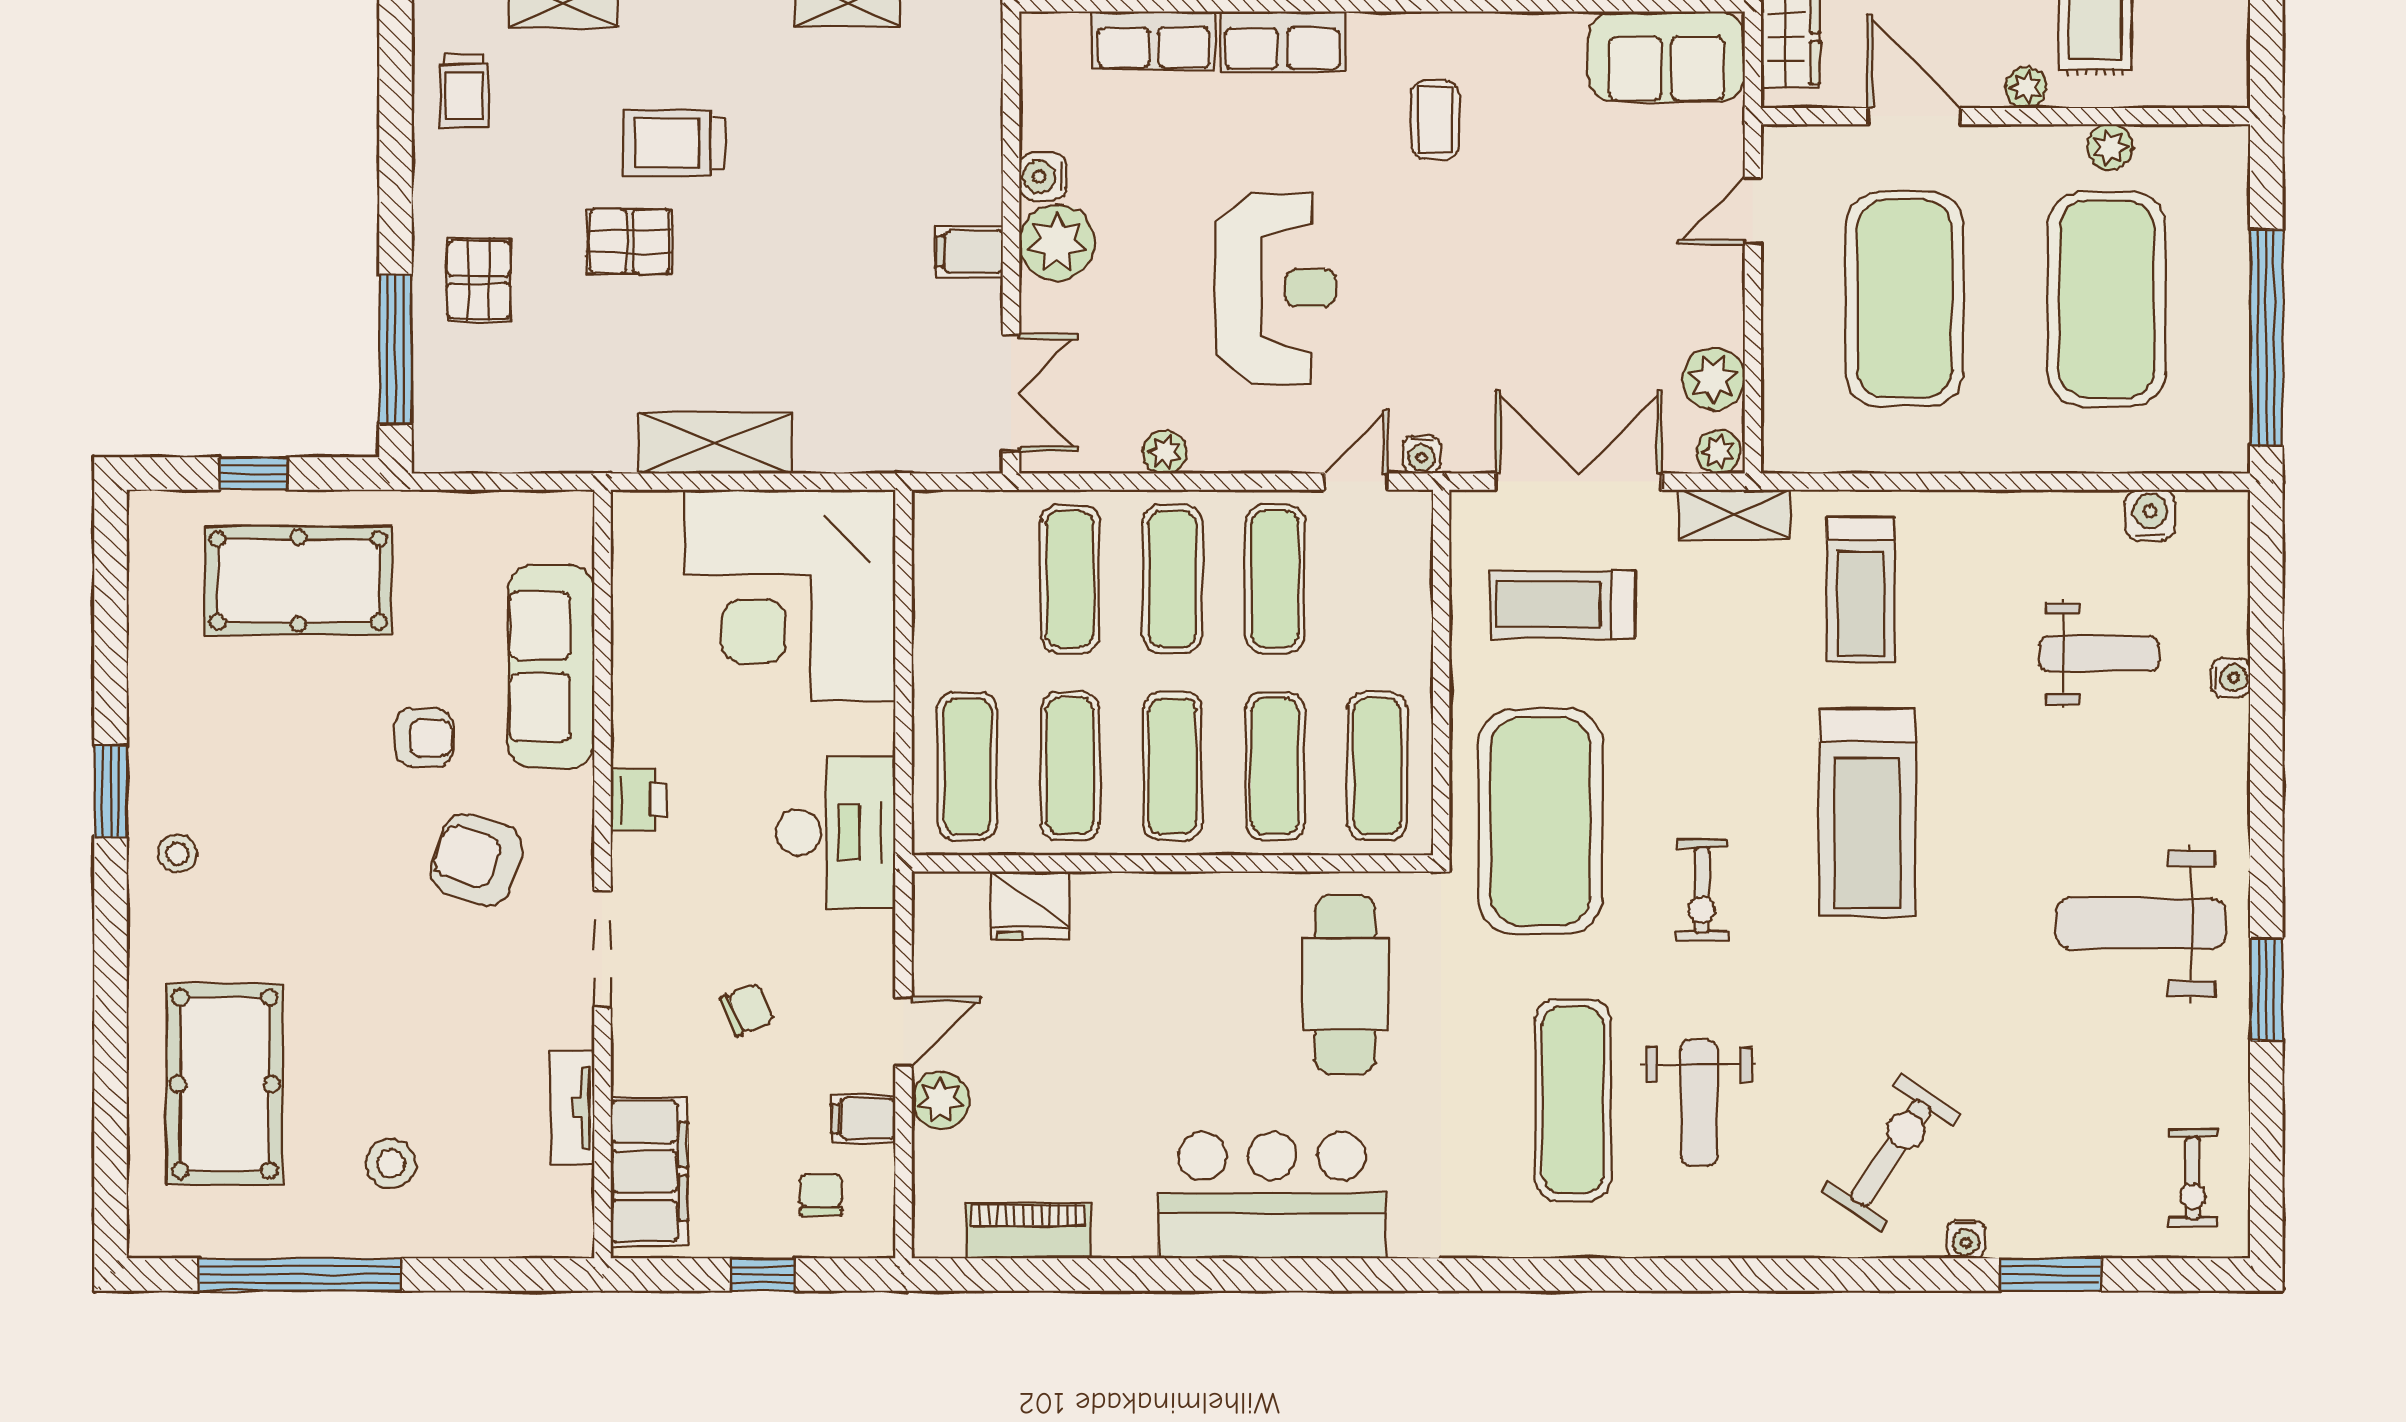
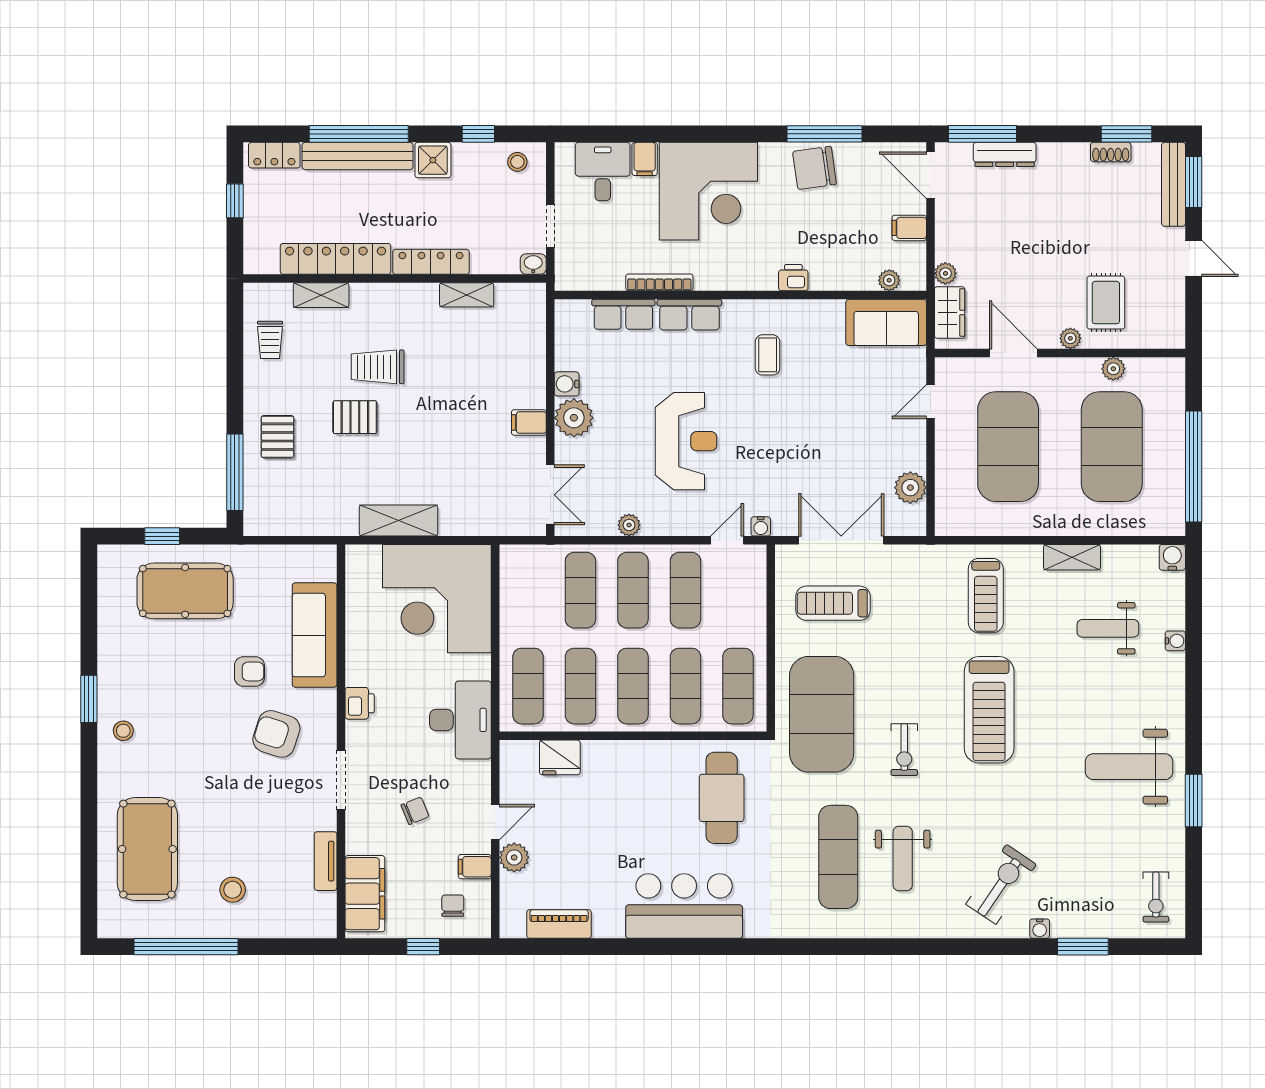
plant: (1719, 452) -> (913, 525), removed
shelving: (1734, 515) -> (1072, 557), moved
water cooler: (2150, 515) -> (1172, 557), moved
weight bench: (2099, 653) -> (1108, 628), turned 180

